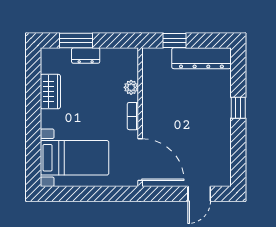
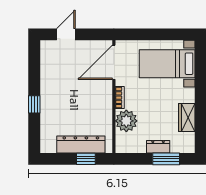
dresser: (201, 58) -> (81, 145), moved
plant: (131, 87) -> (126, 121), width x1.87, depth x1.87
door: (140, 160) -> (114, 62), hinge flipped

